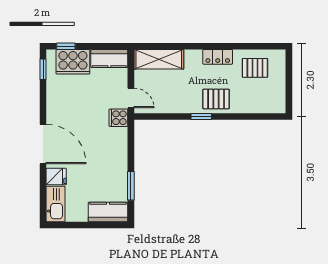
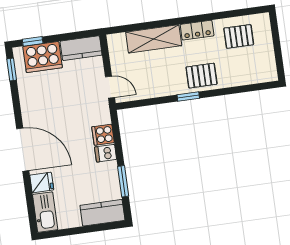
shelving: (159, 59) -> (154, 39), moved
cooker: (118, 118) -> (103, 135), moved
dishwasher: (118, 158) -> (106, 153), added

